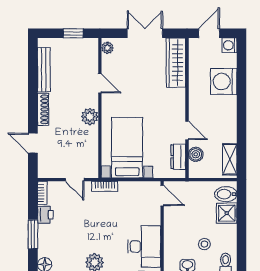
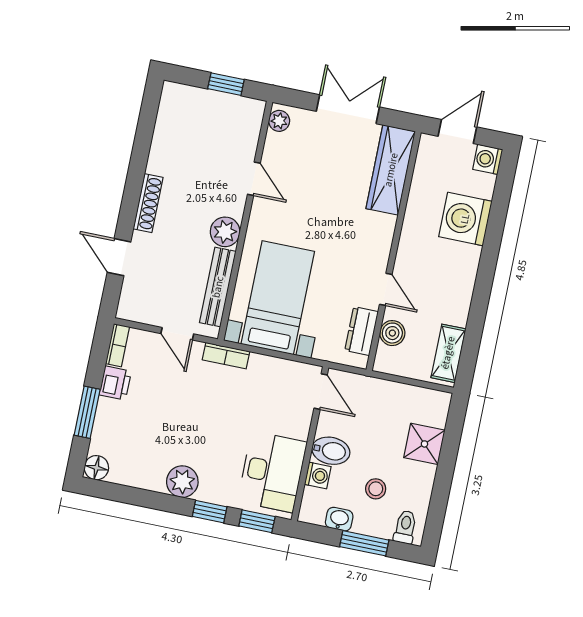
bench: (44, 70) -> (218, 287), moved
bidet: (226, 194) -> (331, 451), moved, turned 180
washing machine: (170, 243) -> (318, 475), added

